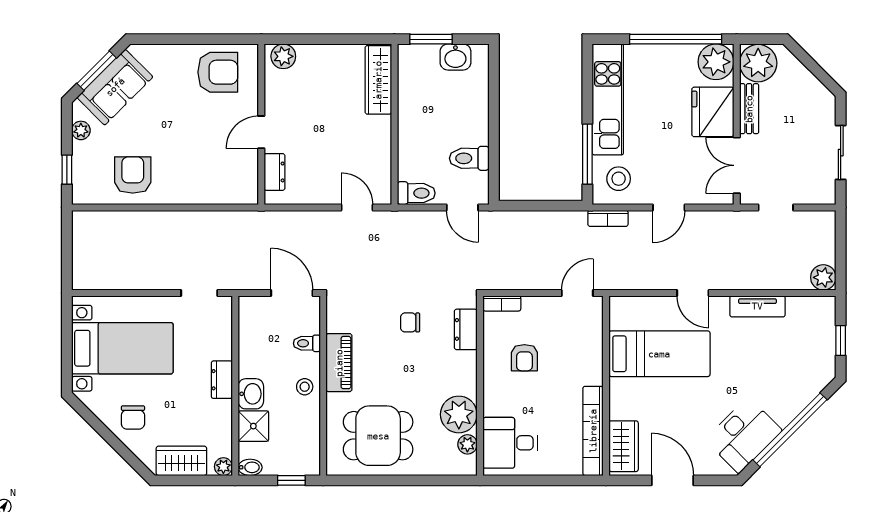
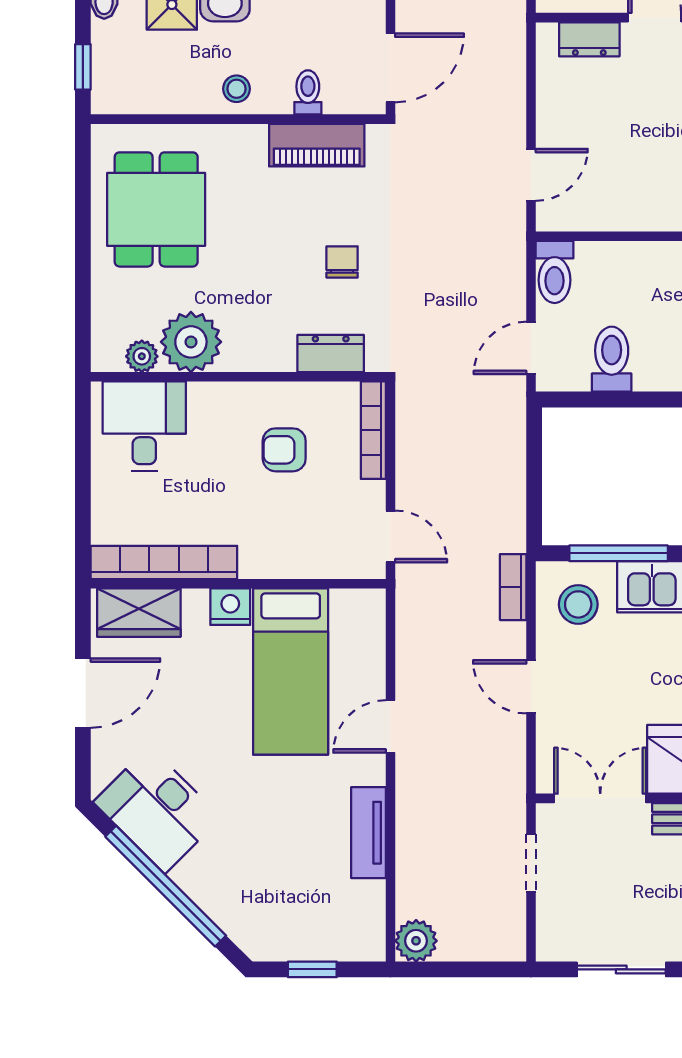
bookcase: (502, 303) -> (373, 430), width x1.56
piano: (339, 363) -> (317, 145), moved
nightstand: (620, 391) -> (230, 607), added

